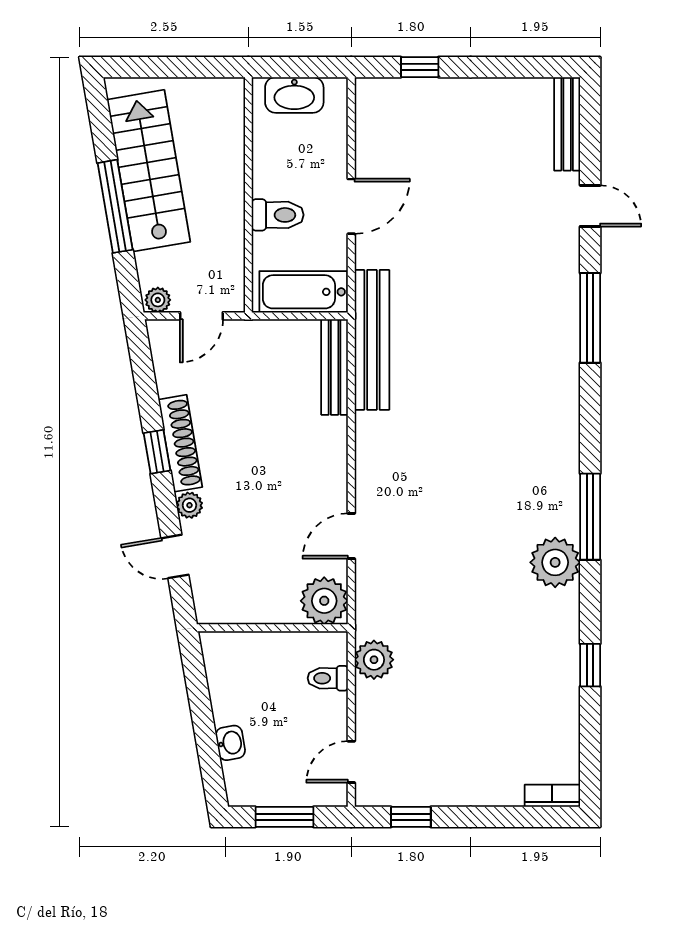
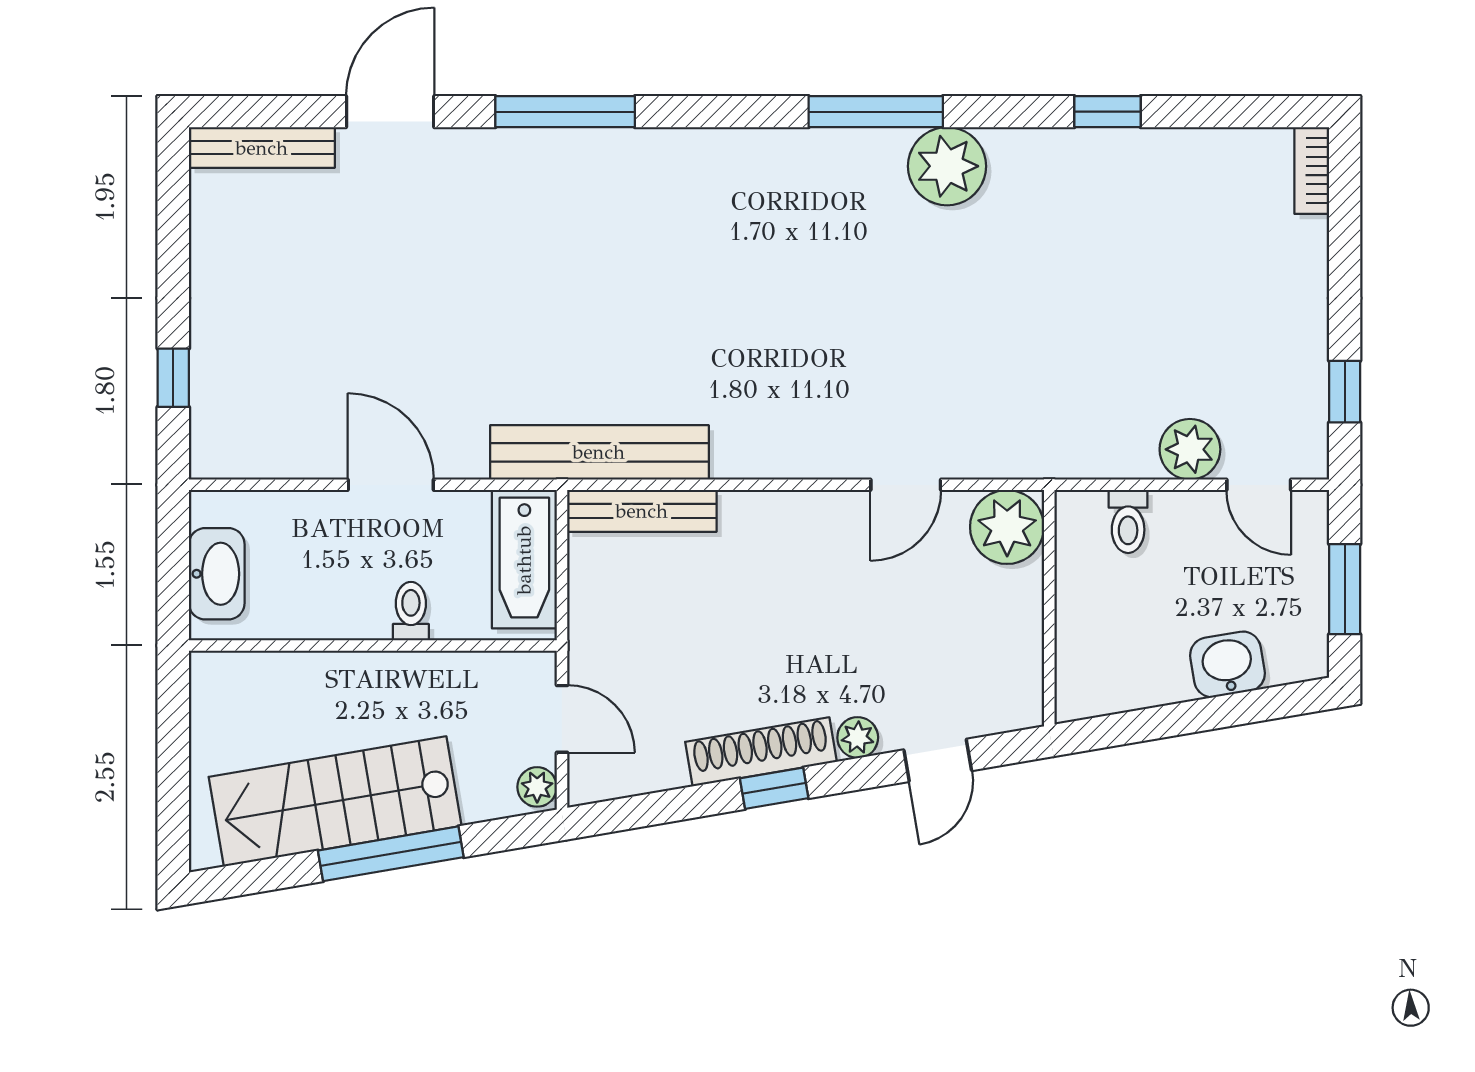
door: (590, 206) -> (390, 112), width x1.37
toilet: (278, 215) -> (411, 611), width x0.73, depth x0.72
door: (351, 536) -> (906, 485), hinge flipped
plant: (374, 660) -> (1190, 449), moved
washbasin: (230, 743) -> (1227, 664), width x1.38, depth x1.45

